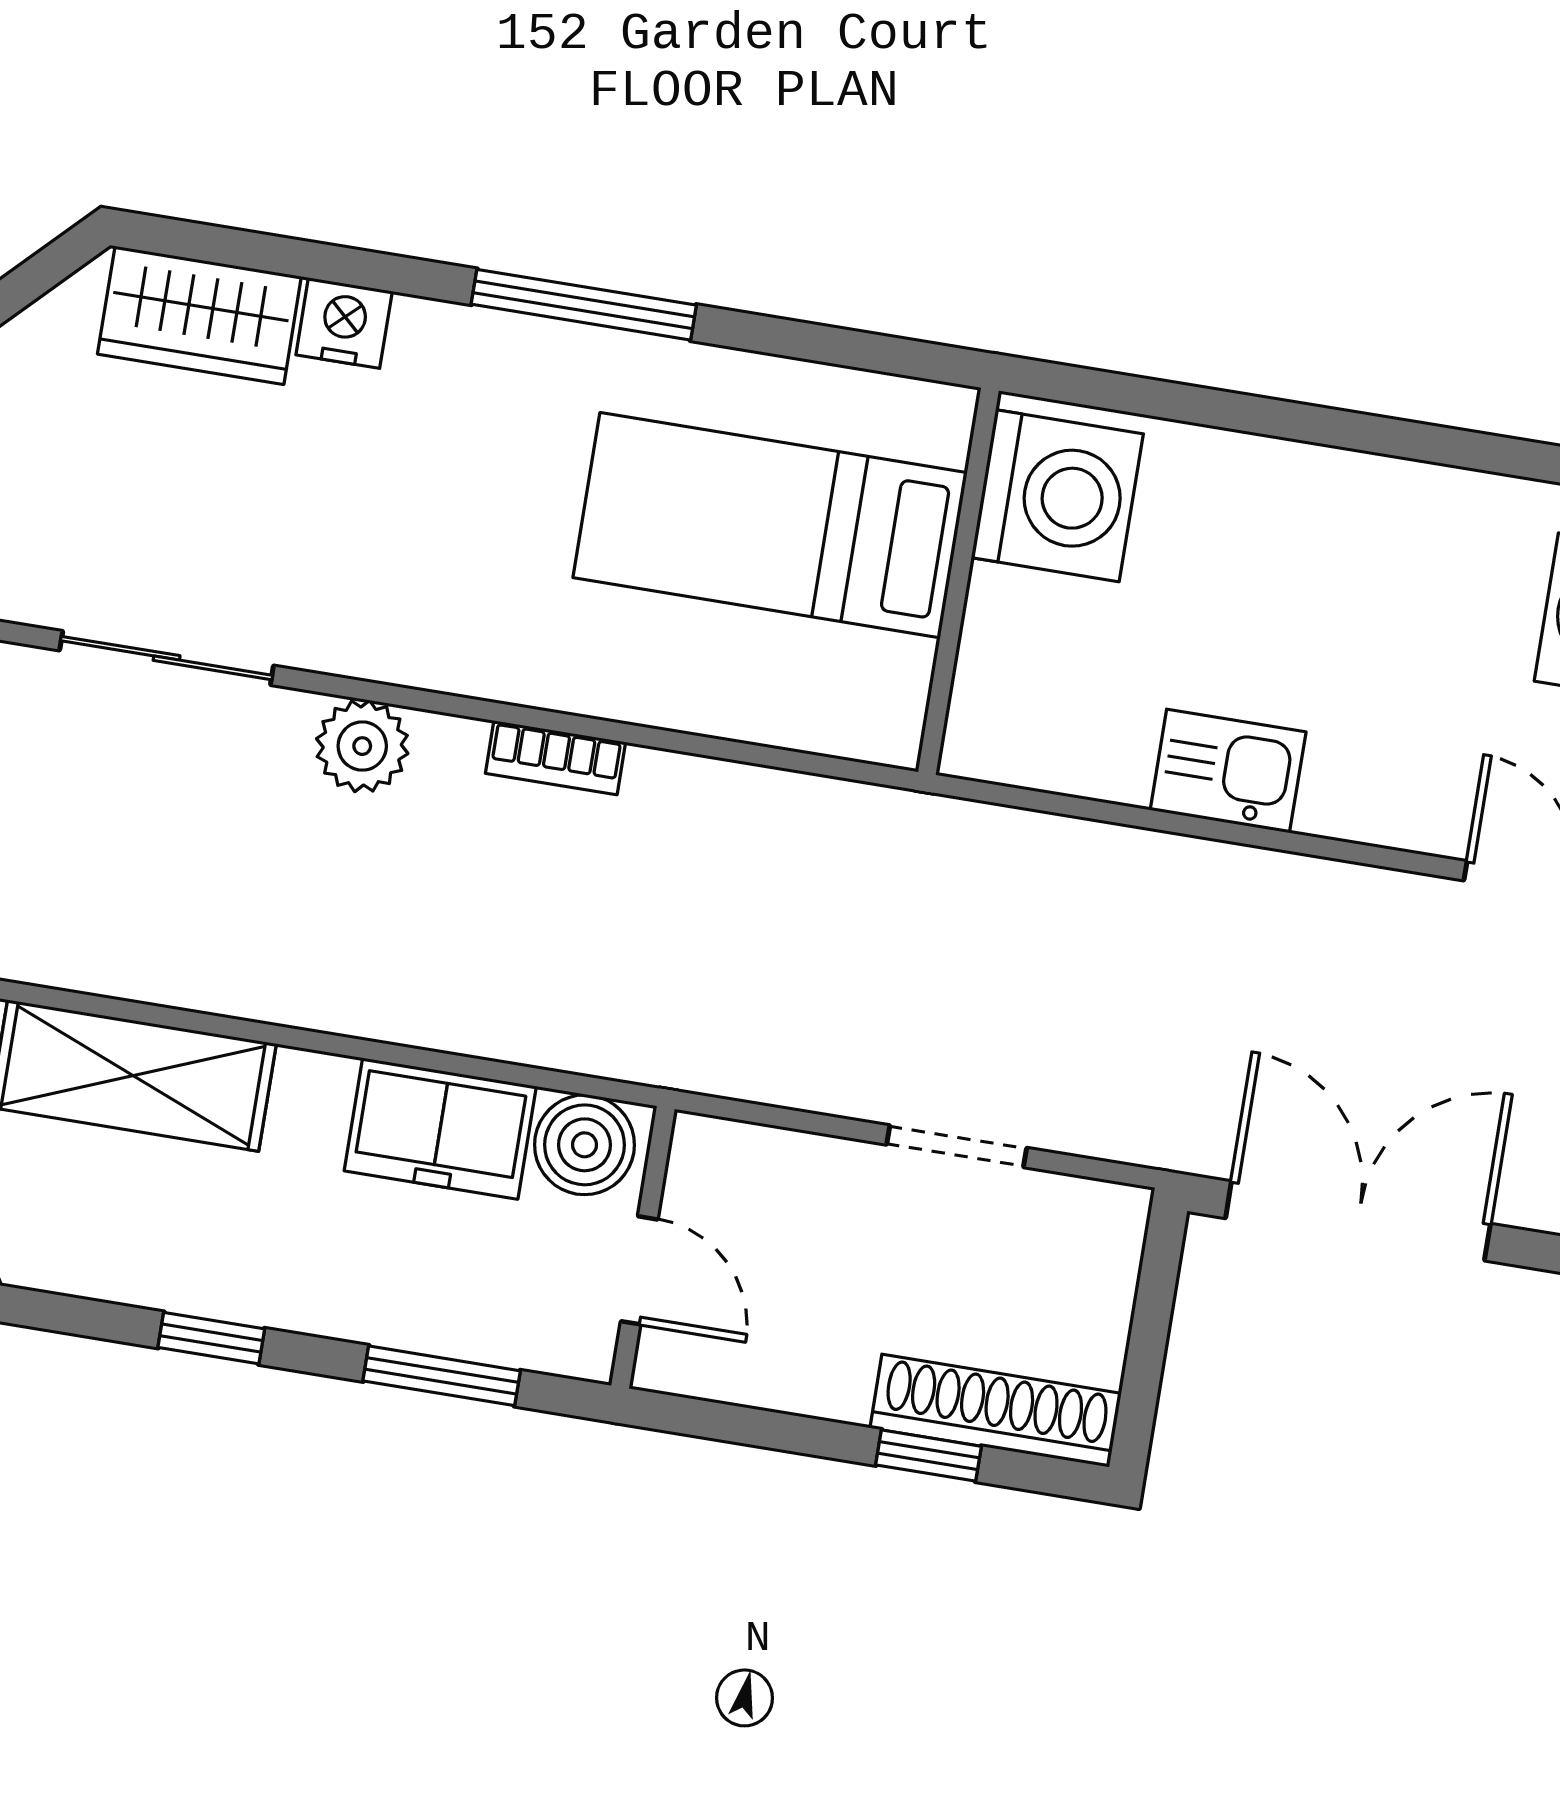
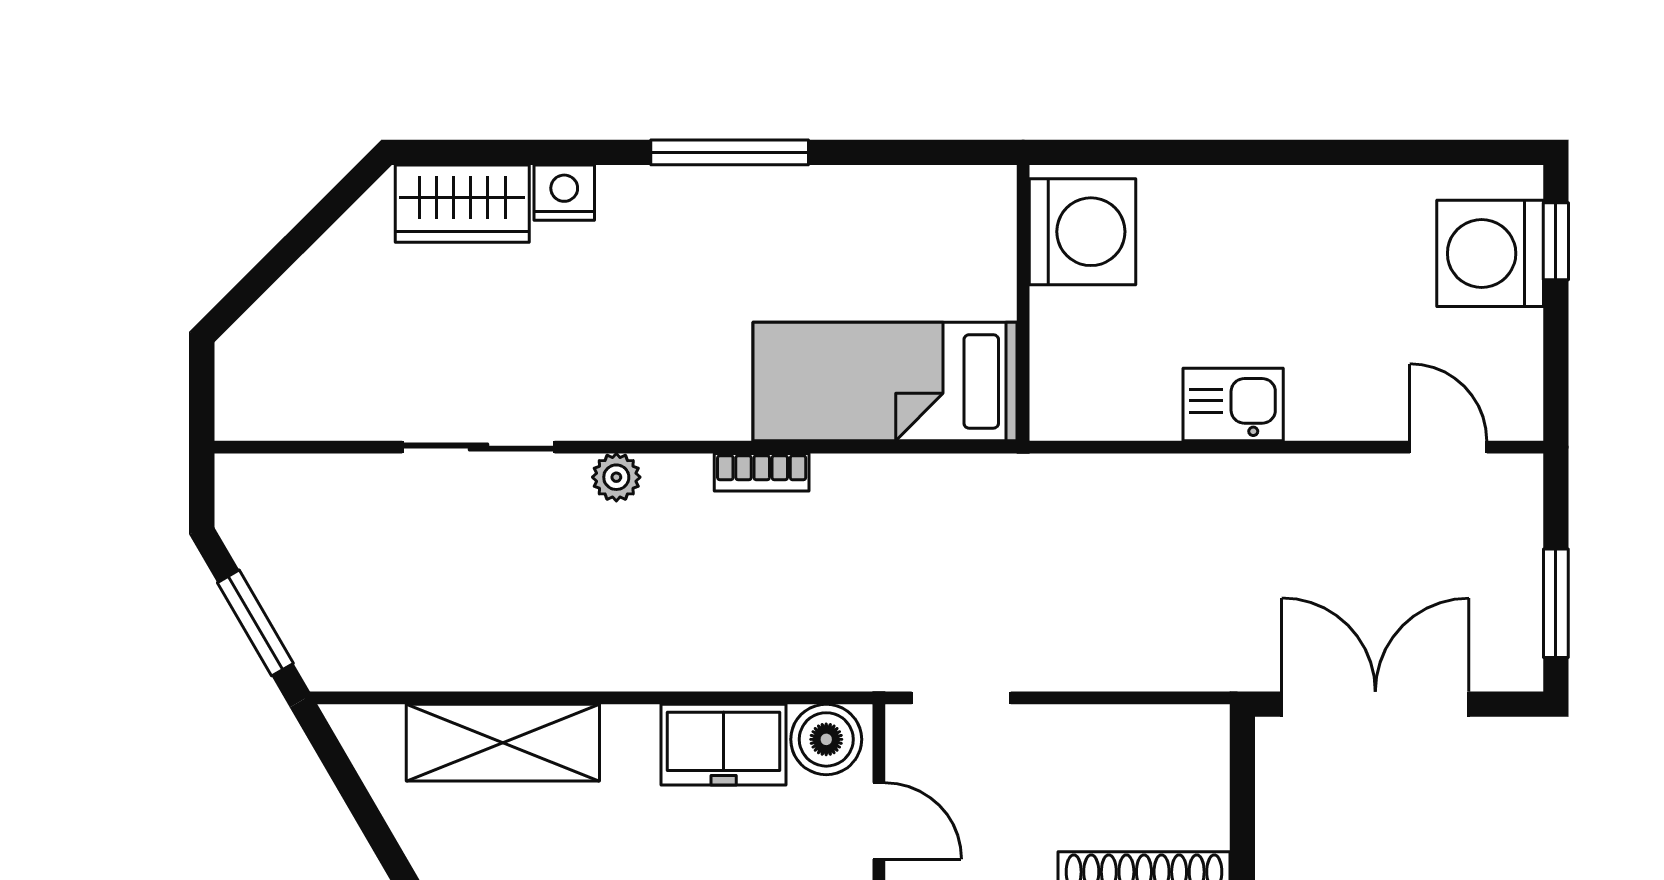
bed: (770, 525) -> (885, 381), moved
plant: (362, 746) -> (616, 477), width x0.73, depth x0.73
doorway: (957, 1146) -> (961, 698), moved

